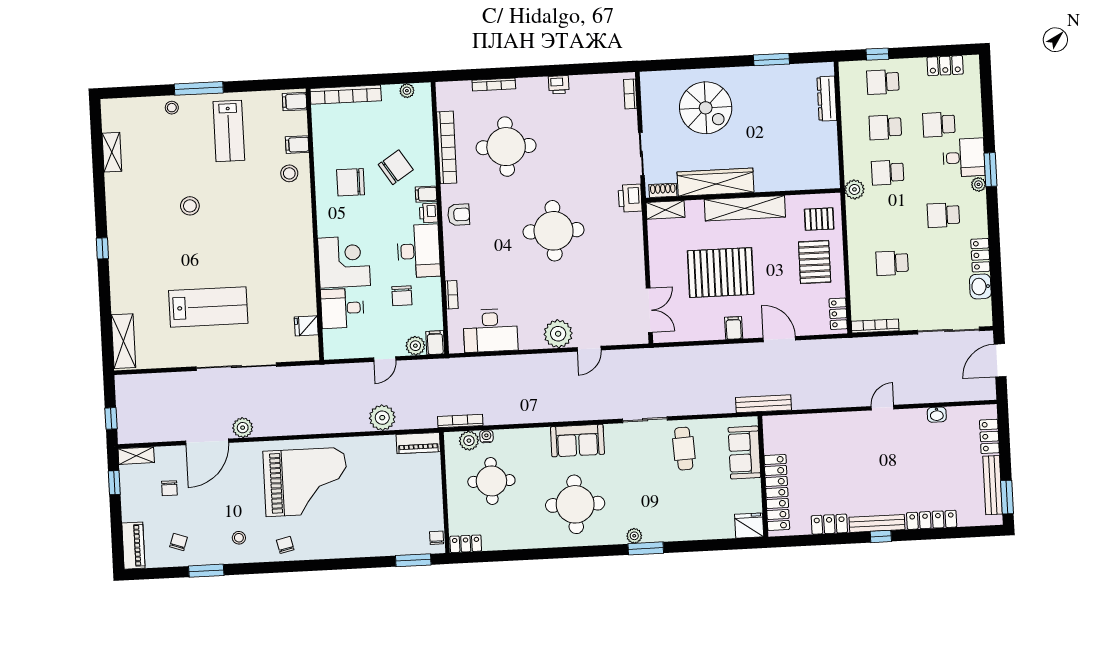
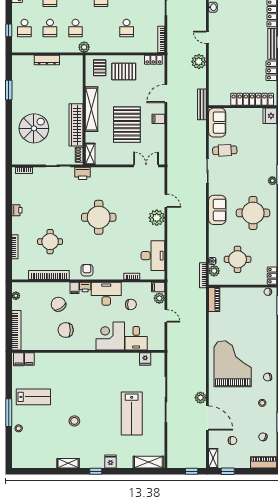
dresser: (827, 99) -> (47, 60), moved
filing cabinet: (297, 145) -> (29, 359), moved
round table: (506, 147) -> (50, 242), width x0.73, depth x0.73
shelving: (112, 152) -> (68, 463), moved
stool: (289, 173) -> (59, 364), removed
chair: (351, 182) -> (66, 330), turned 90
fridge: (121, 274) -> (110, 462), added
lab bench: (208, 307) -> (132, 414), turned 180
plant: (382, 418) -> (199, 62), moved
sofa: (744, 452) -> (217, 123), moved, turned -90

